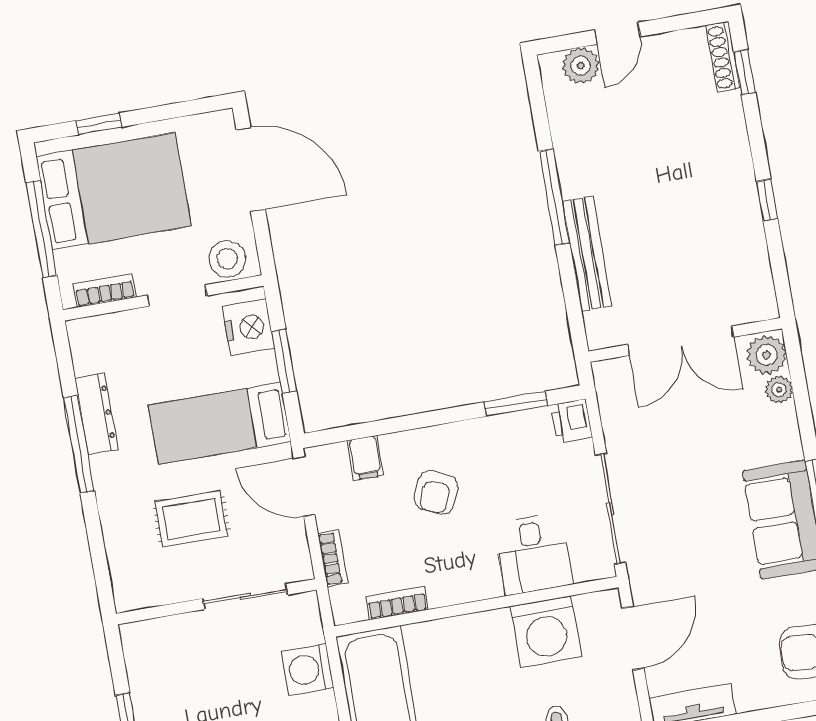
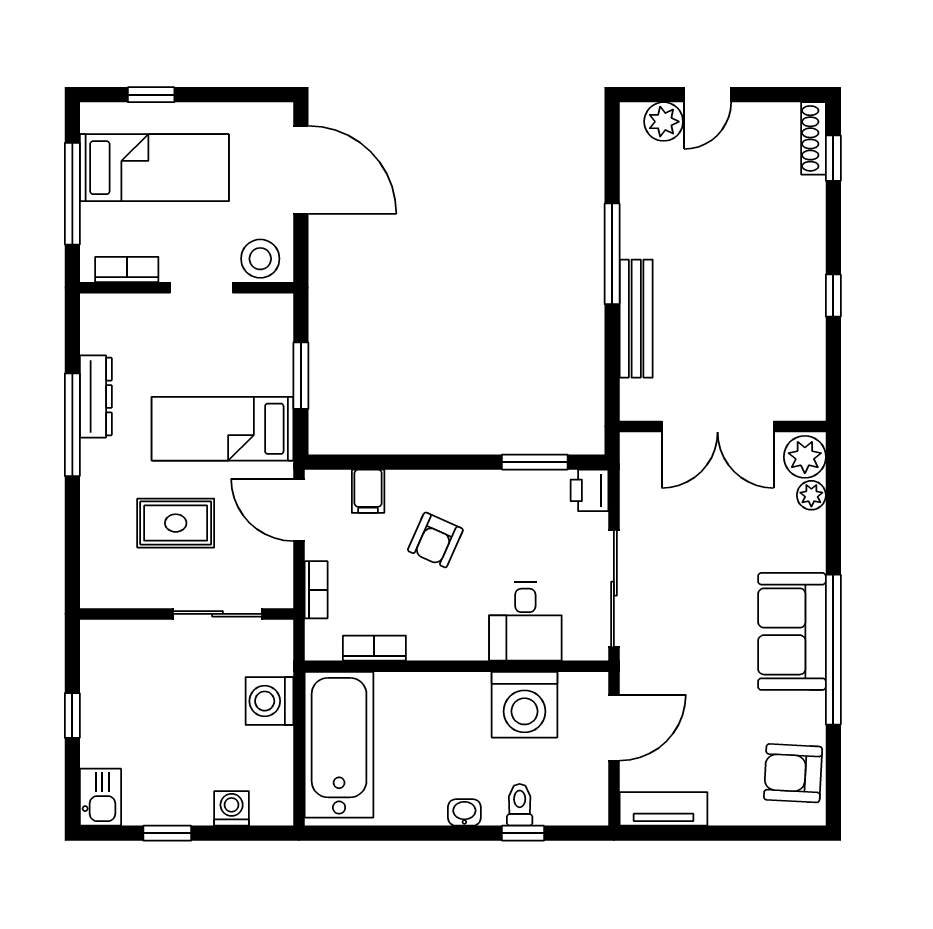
bed: (114, 191) -> (154, 168), width x0.67
nightstand: (248, 327) -> (270, 334), removed

